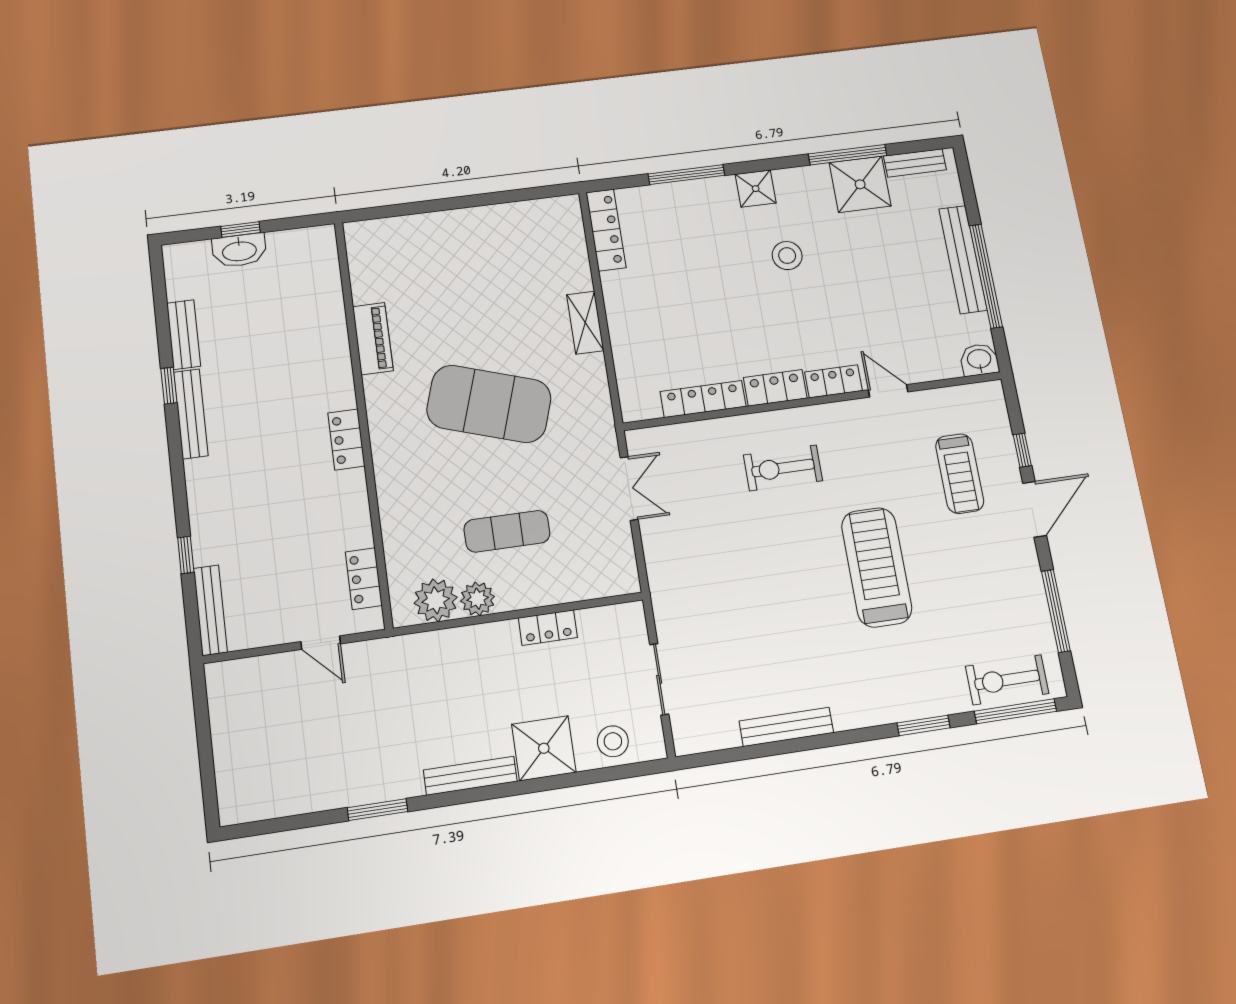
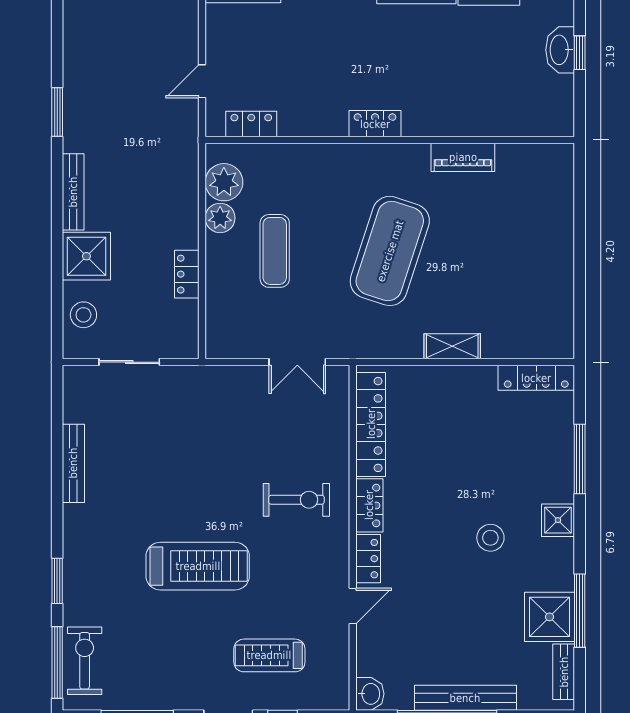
locker: (703, 399) -> (371, 424), width x1.41, depth x1.21
exercise bike: (783, 468) -> (296, 500), turned 90

